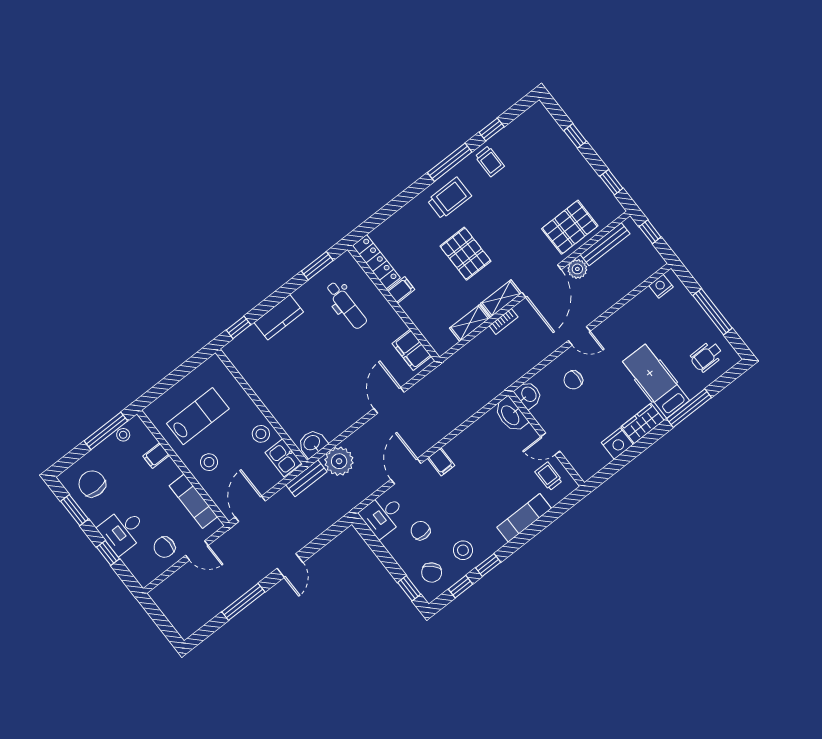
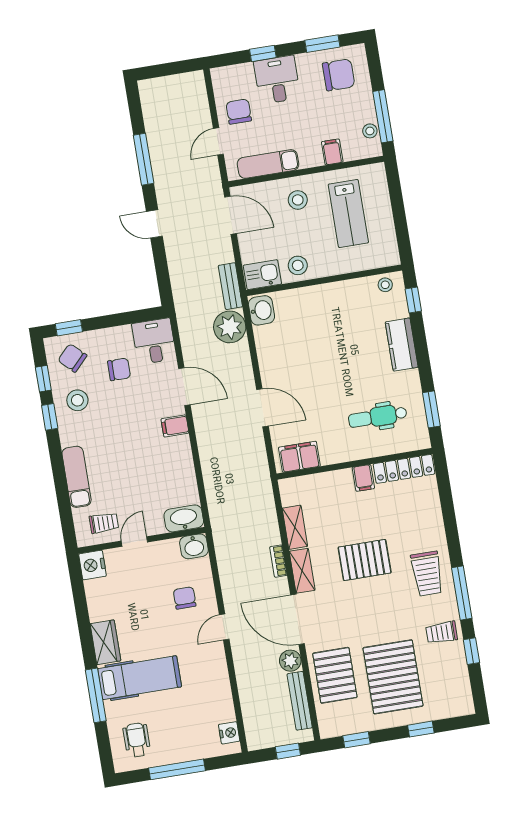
pallet: (546, 181) -> (393, 677), added
stool: (238, 356) -> (385, 285), added
nightstand: (617, 444) -> (93, 565), moved

